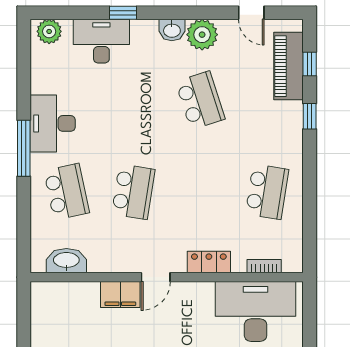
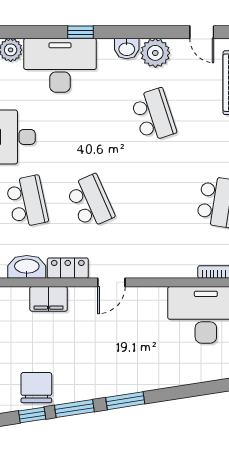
desk: (101, 41) -> (60, 65), width x1.36, depth x1.30
school desk: (133, 192) -> (90, 202), turned -33
locker: (209, 262) -> (68, 268), moved
filing cabinet: (120, 295) -> (49, 299), moved

